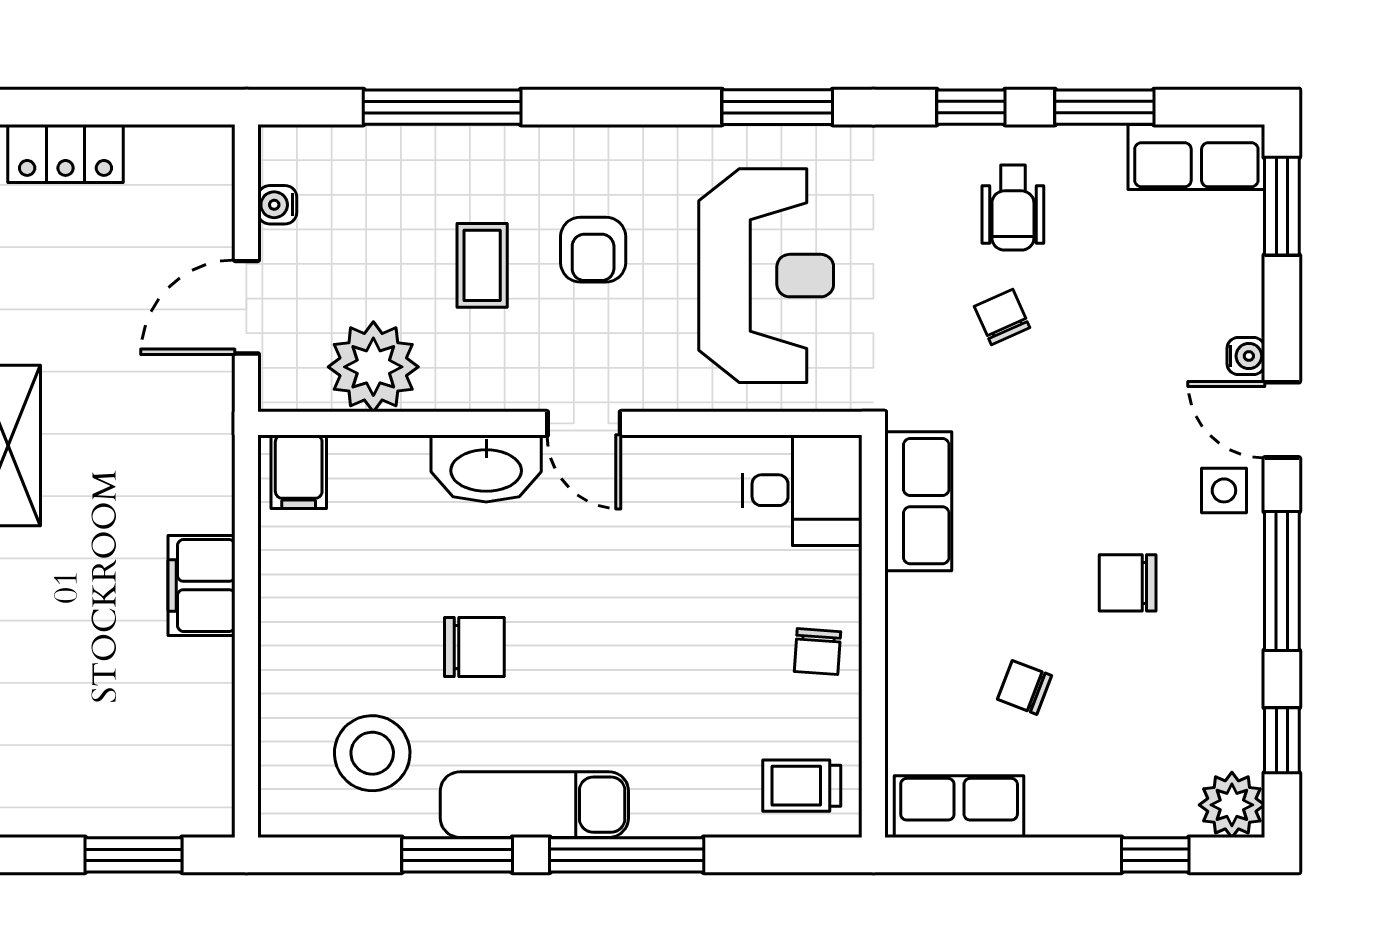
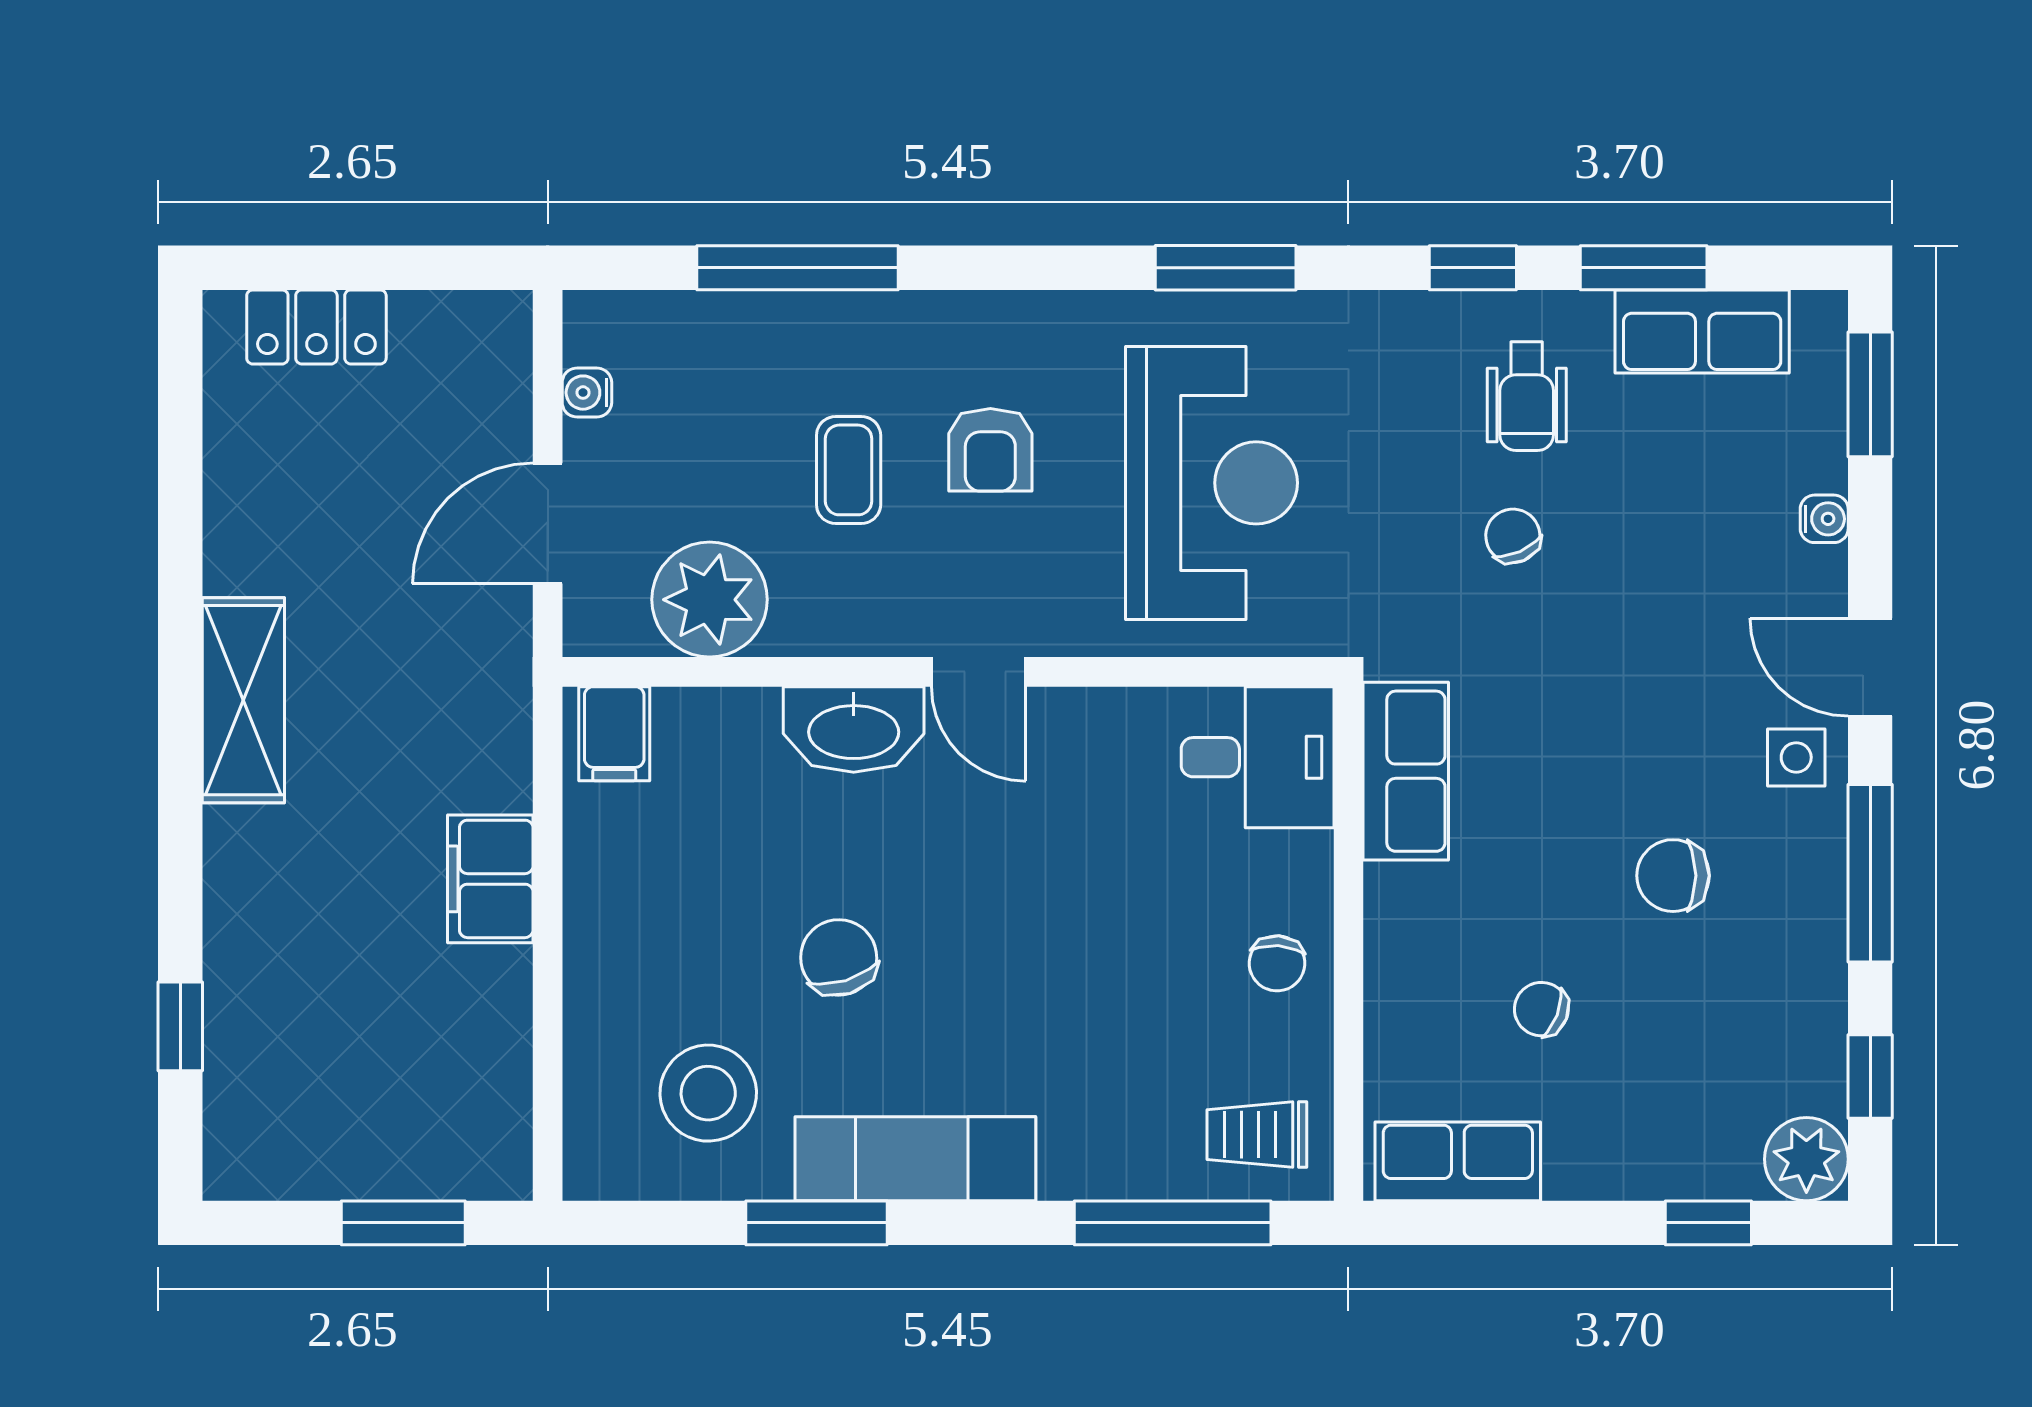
row of seats: (1196, 157) -> (1702, 331), moved
water cooler: (1246, 356) -> (1824, 519), moved
chair: (474, 647) -> (839, 957), turned -107
window: (627, 855) -> (1173, 1223), moved

